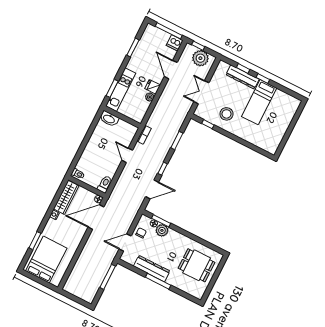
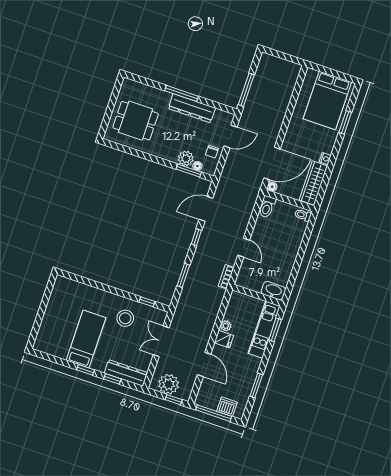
dishwasher: (175, 43) -> (227, 407), moved
dresser: (243, 77) -> (126, 373), moved
double door: (201, 92) -> (161, 341), swing flipped

